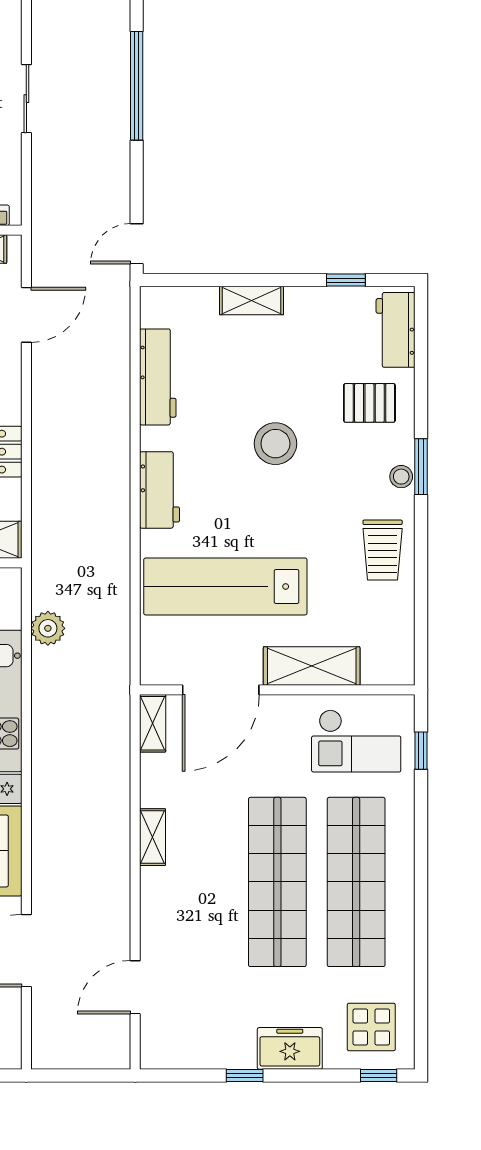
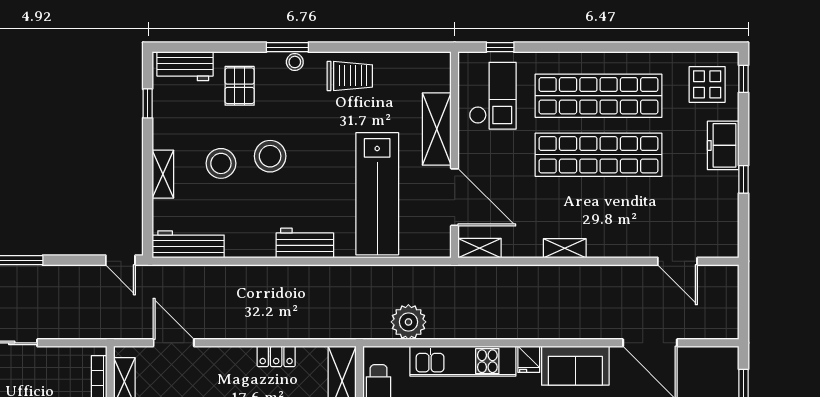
workbench: (158, 377) -> (188, 244), moved
stool: (266, 378) -> (221, 163), added
plant: (48, 628) -> (408, 322), width x1.36, depth x1.36

